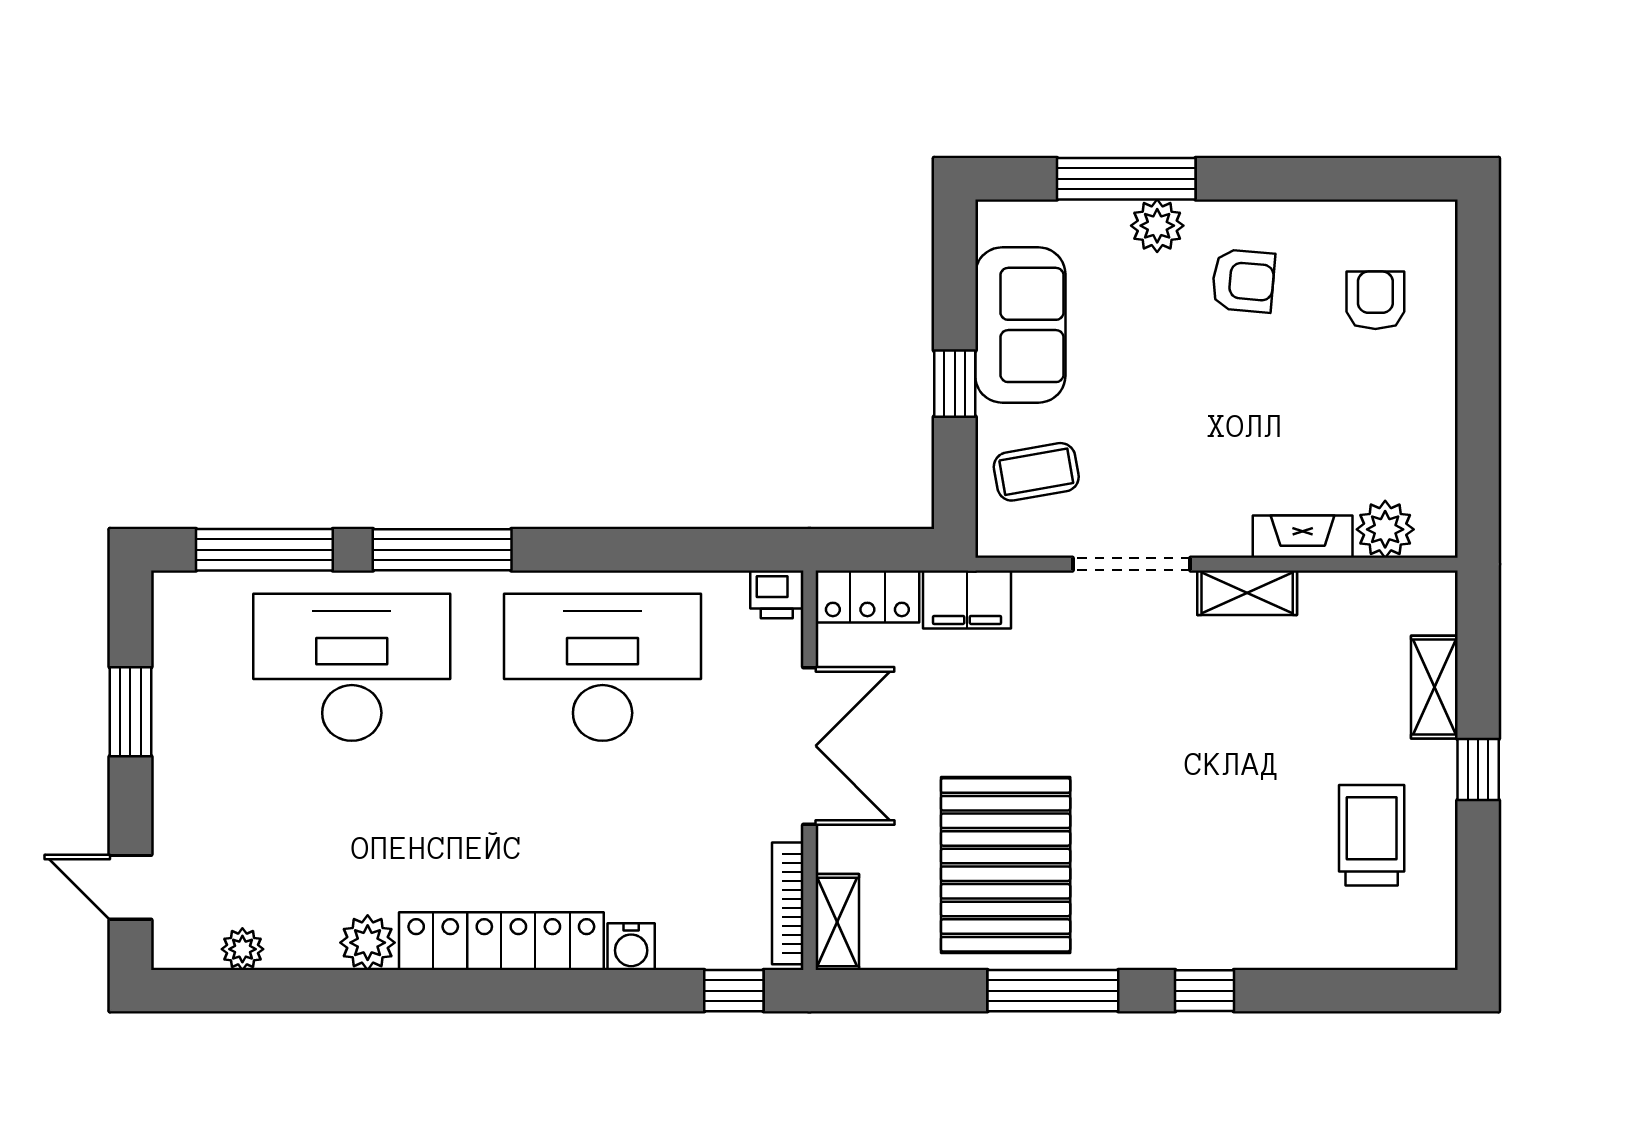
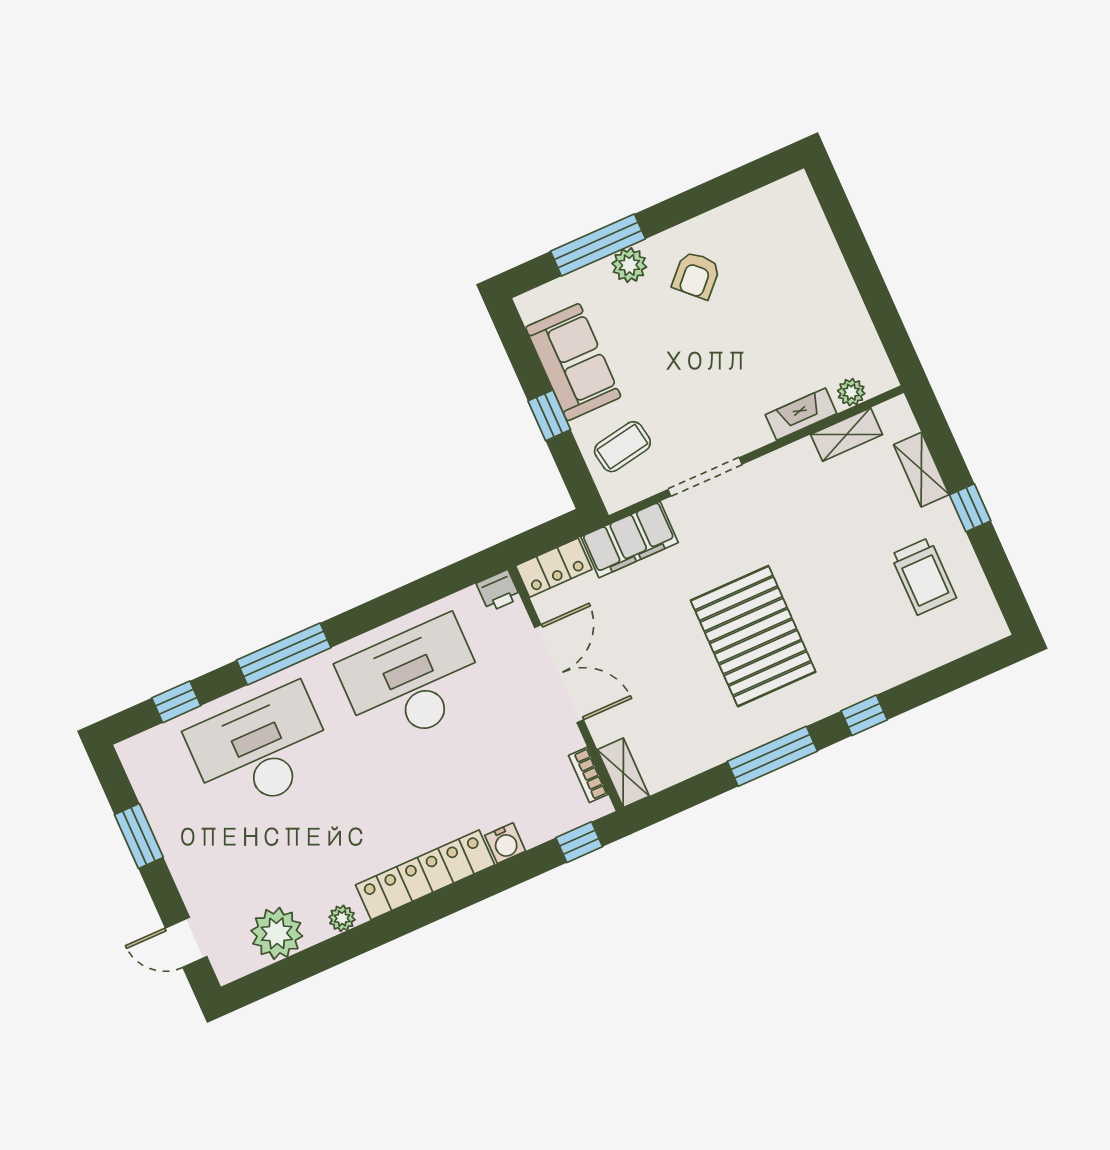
armchair: (1243, 281) -> (696, 275), turned 129
armchair: (1375, 300) -> (781, 251), removed
plant: (1385, 529) -> (851, 392), width x0.73, depth x0.73
window: (264, 550) -> (176, 702), width x0.46
shelving: (1247, 593) -> (847, 434), moved
filing cabinet: (967, 599) -> (629, 540), width x1.50, depth x1.17
trolley: (1372, 835) -> (923, 576), turned 180
pallet: (1006, 865) -> (753, 636), moved
bookcase: (788, 903) -> (588, 775), width x0.64
plant: (368, 943) -> (342, 918), width x0.73, depth x0.73
plant: (242, 949) -> (277, 933), width x1.88, depth x1.88

